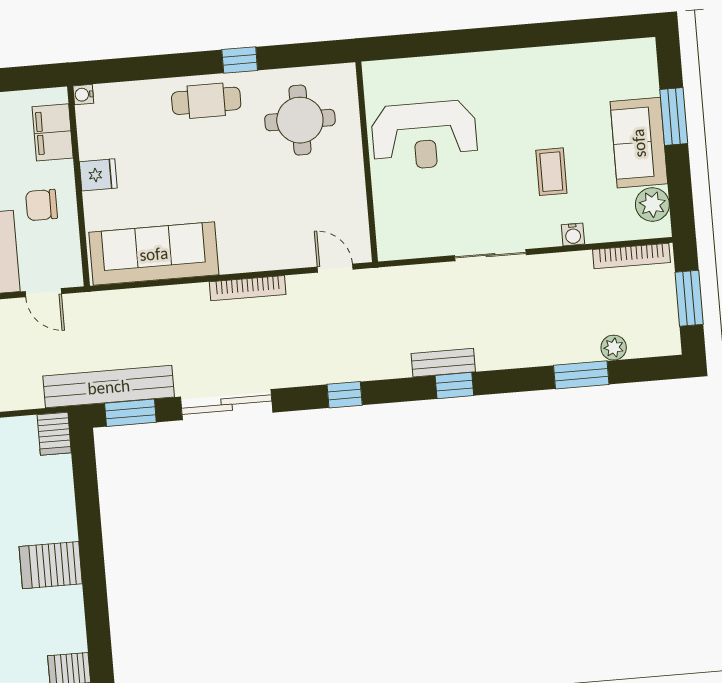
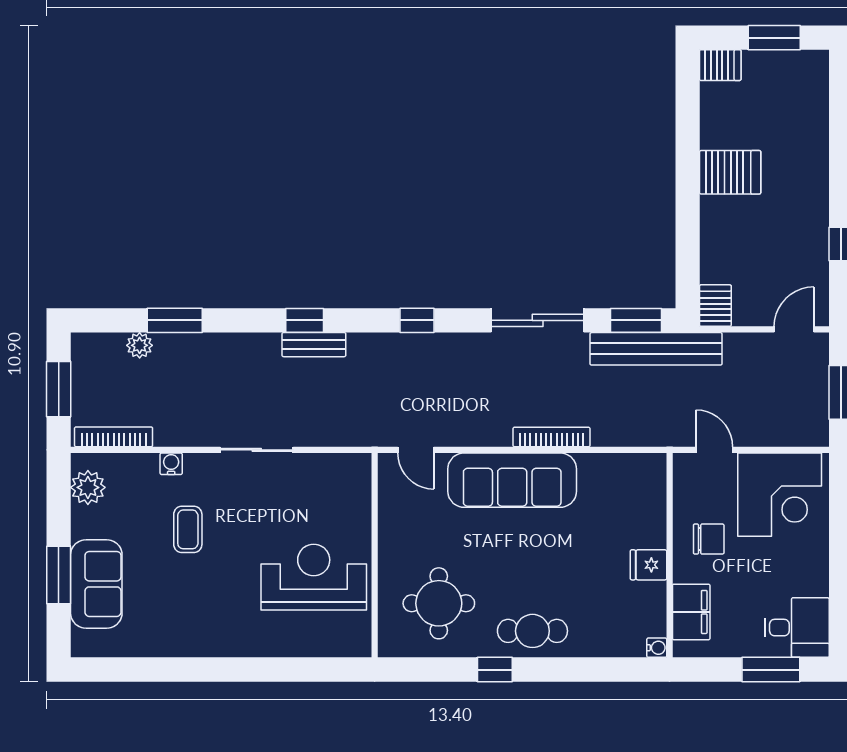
sofa: (639, 143) -> (96, 584), moved
sofa: (154, 254) -> (512, 480), moved
bookcase: (248, 288) -> (551, 437), moved

